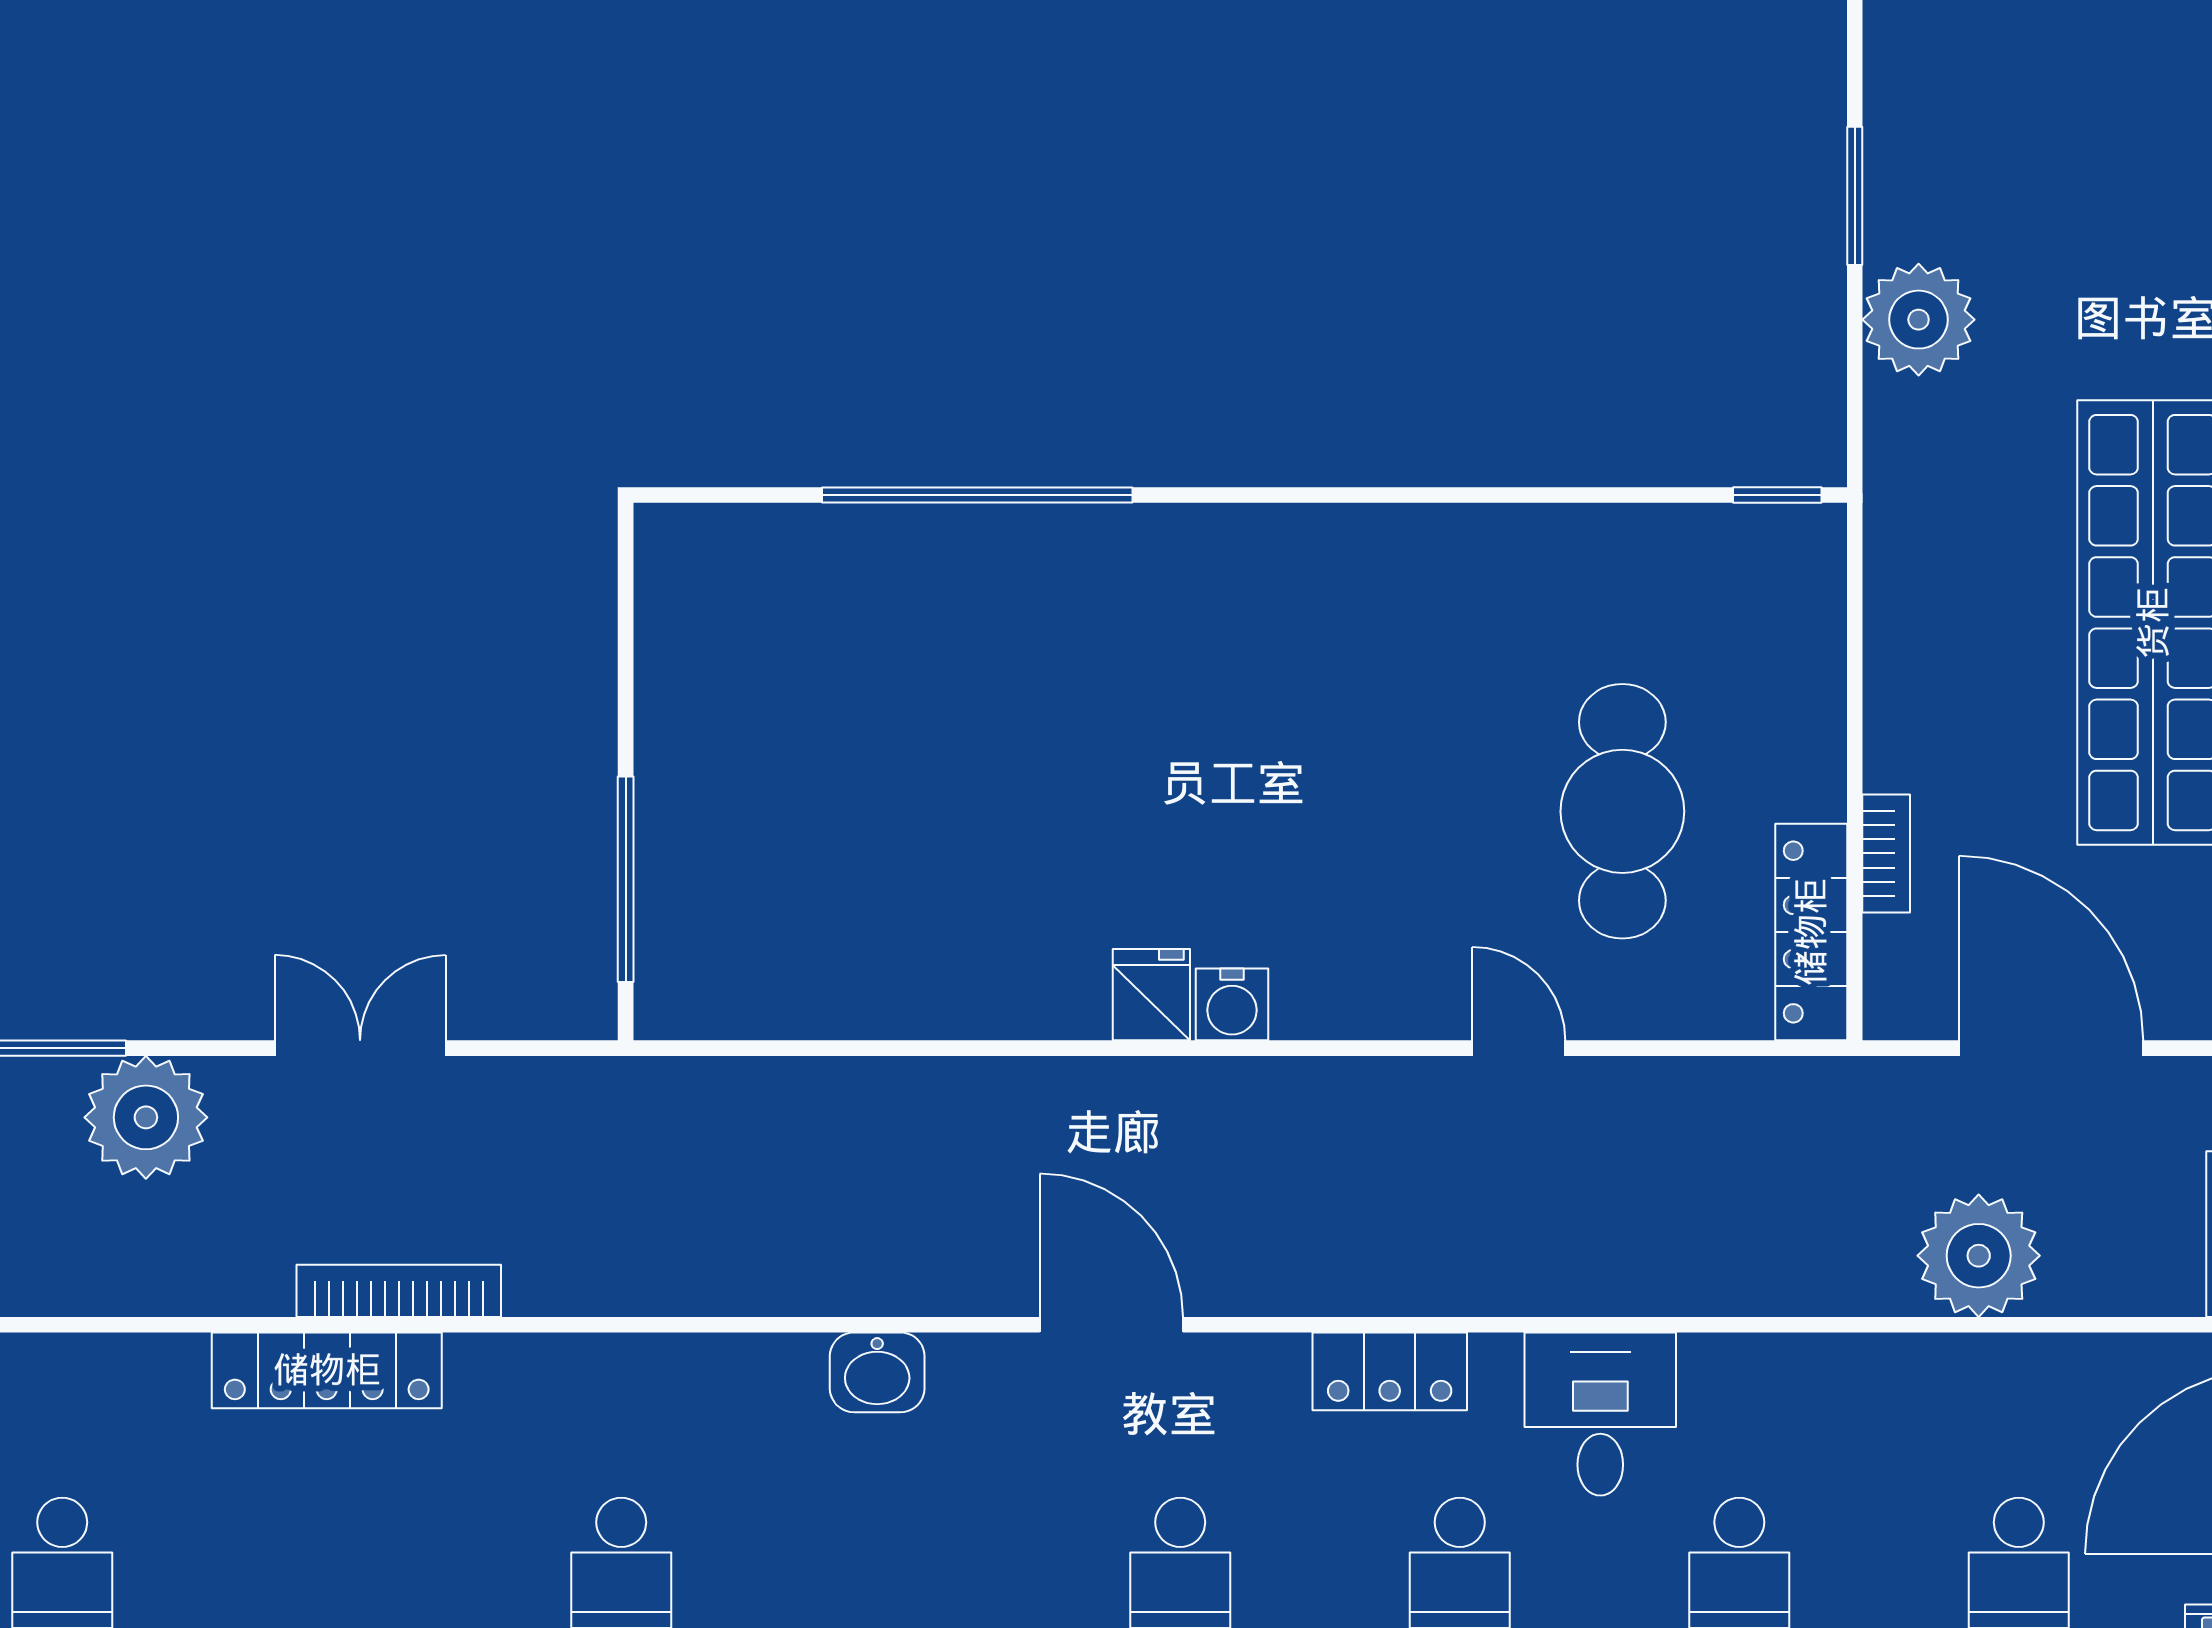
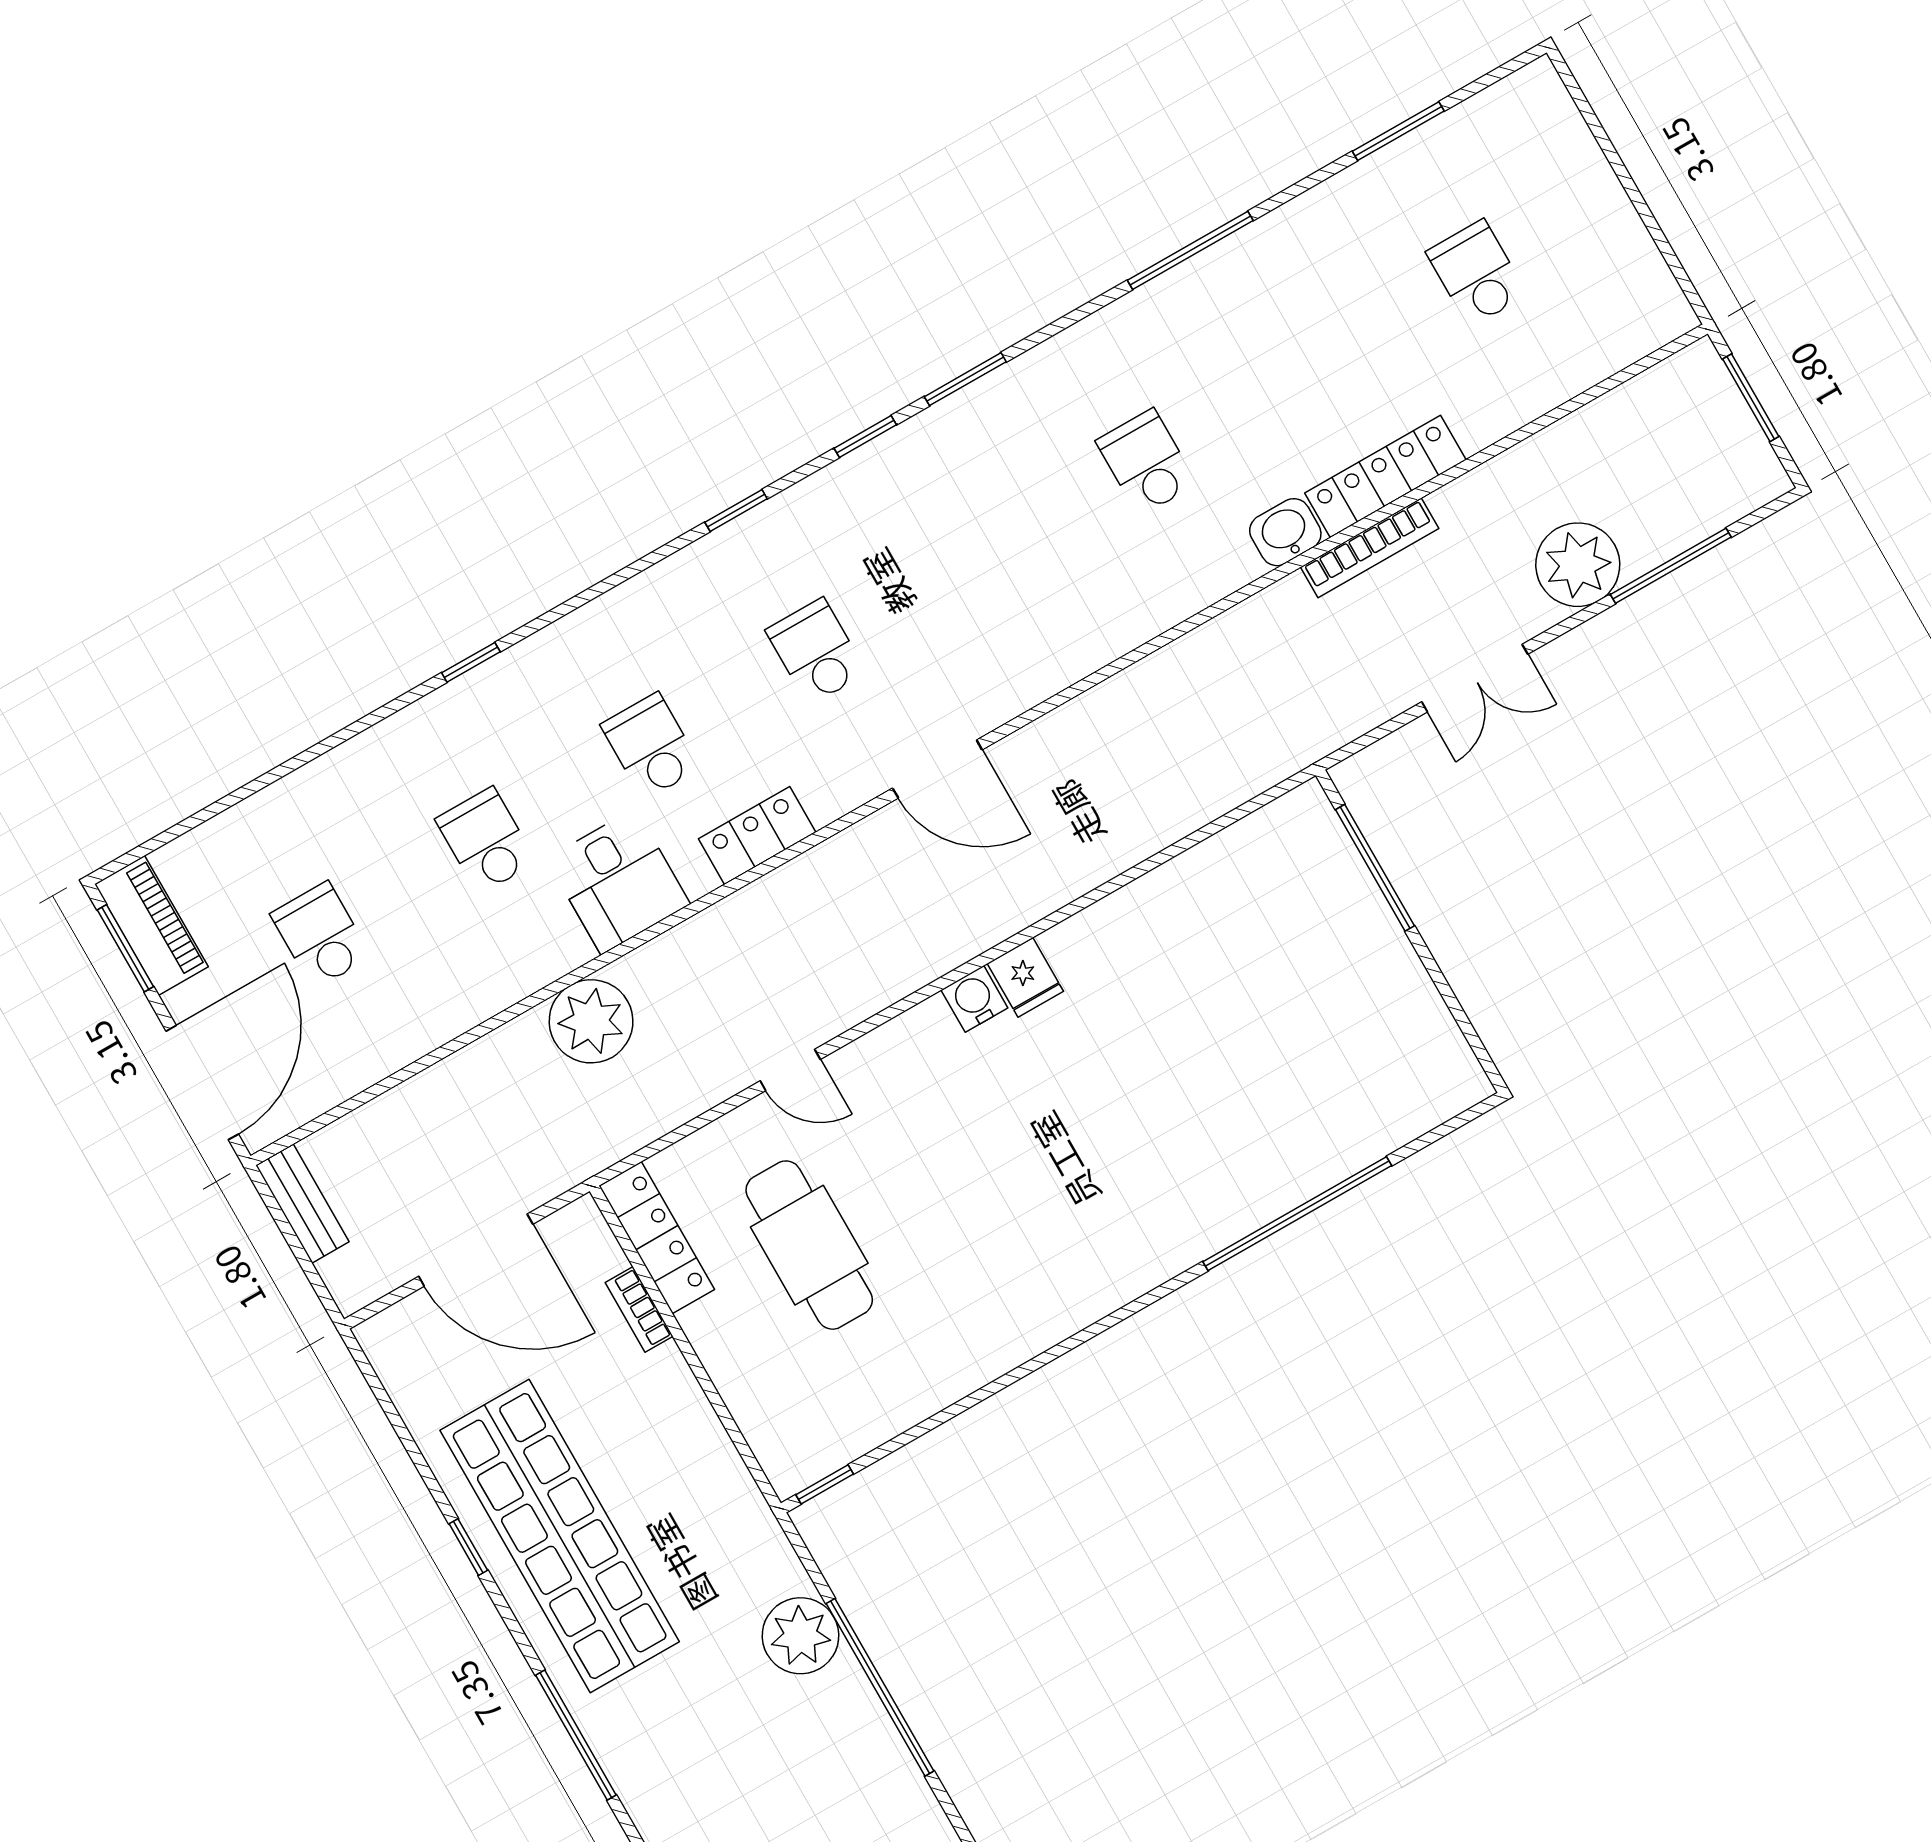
window: (1855, 196) -> (880, 1687), width x2.11
plant: (1979, 1256) -> (591, 1021), moved
washbasin: (877, 1372) -> (1285, 532), moved

